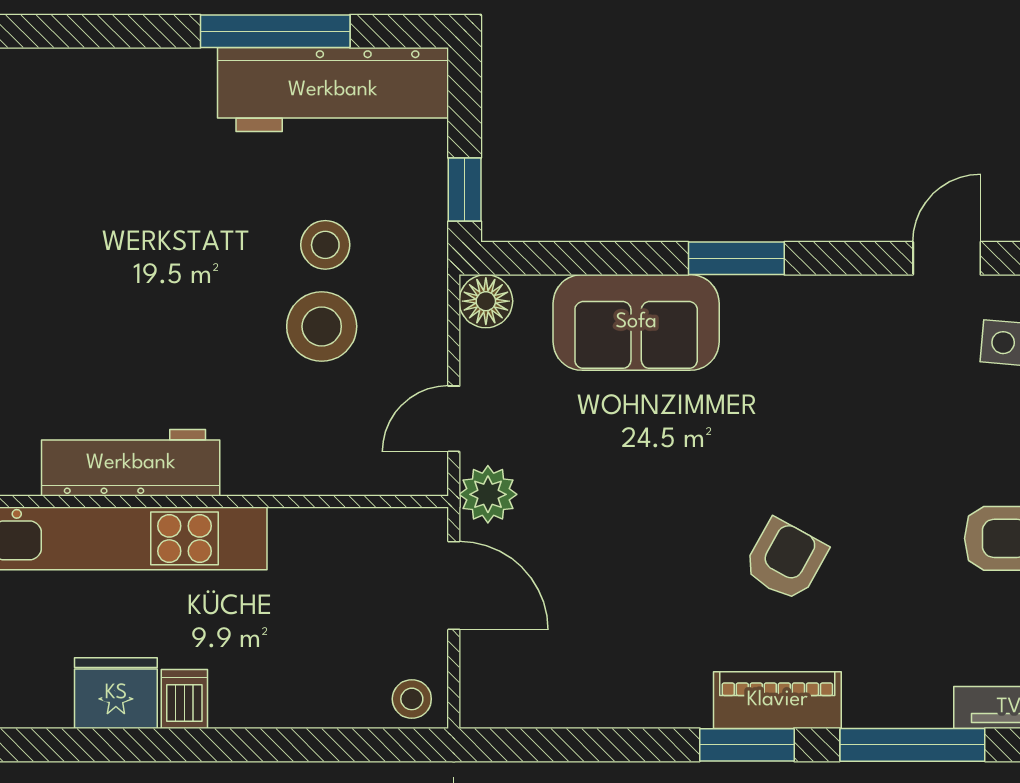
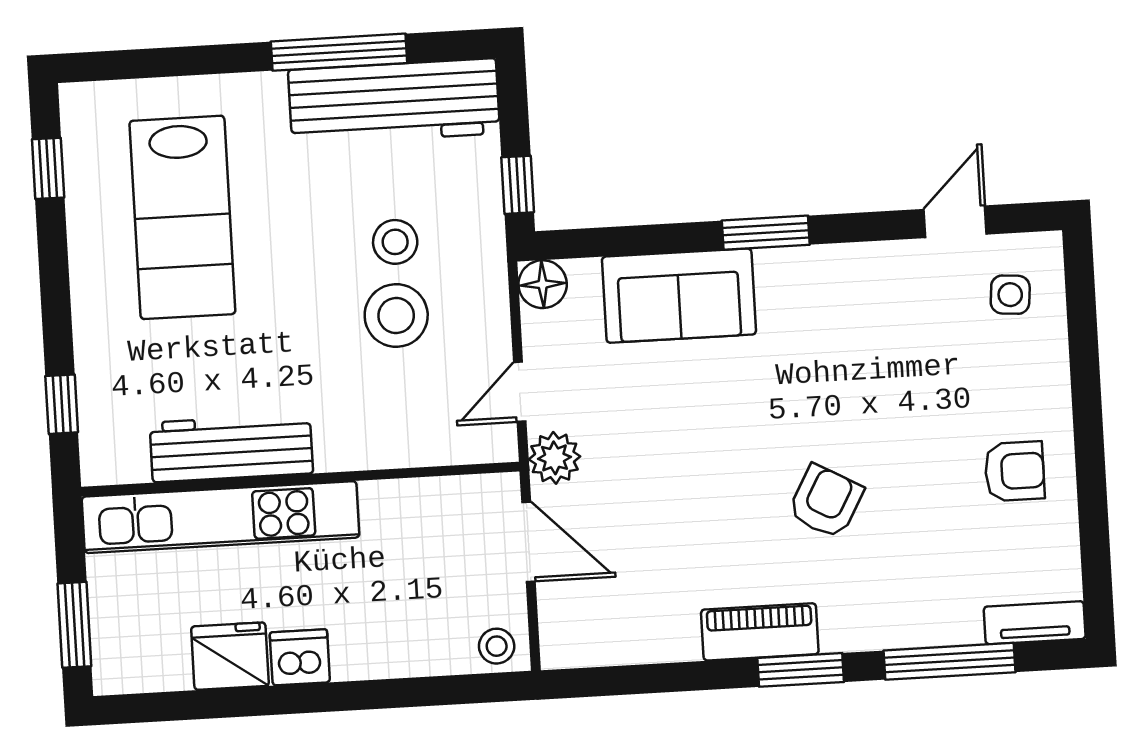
lab bench: (91, 204) -> (182, 217), added
dishwasher: (184, 699) -> (300, 657), width x1.38
piano: (777, 700) -> (760, 632), moved

